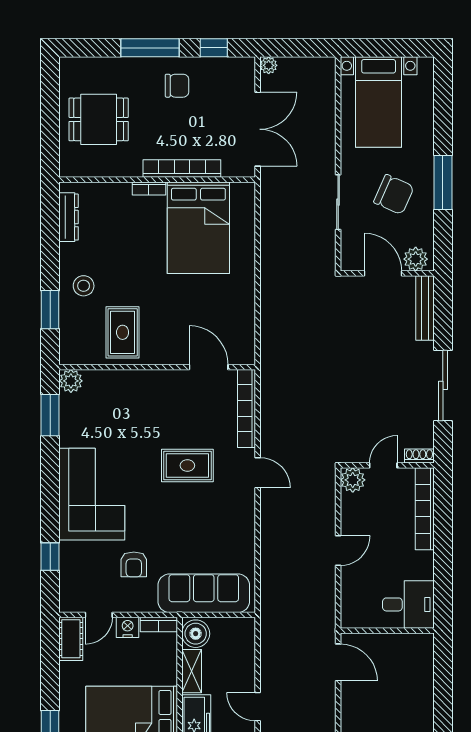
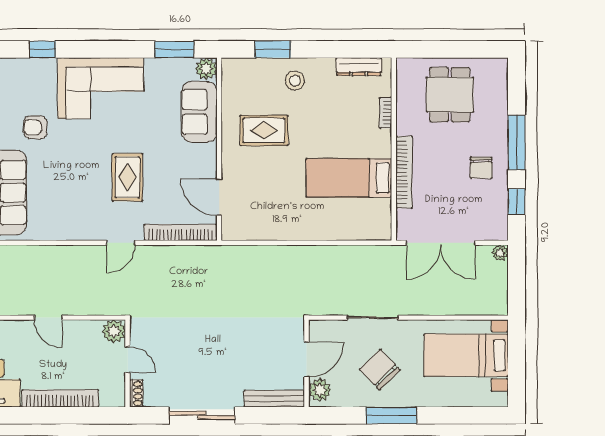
bookcase: (149, 188) -> (386, 113), moved
chair: (394, 194) -> (380, 370), turned 112
bed: (198, 228) -> (349, 178), width x0.67
rug: (123, 332) -> (264, 130), moved
door: (209, 367) -> (219, 197), swing flipped
sofa: (117, 388) -> (199, 112), added
bookcase: (425, 509) -> (60, 398), moved

